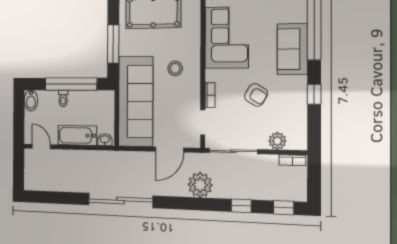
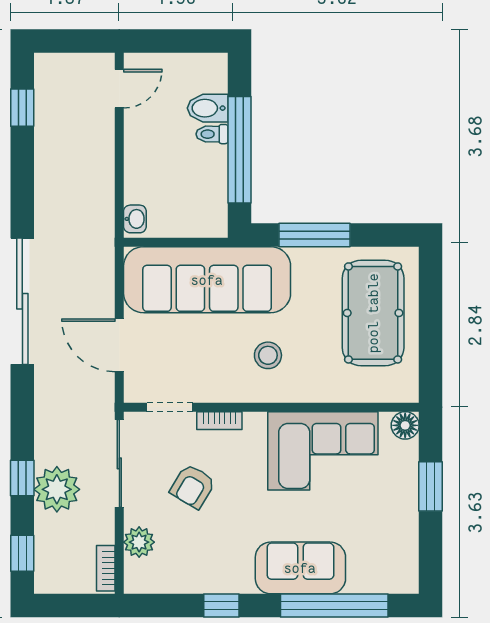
armchair: (256, 95) -> (193, 486), moved
bidet: (31, 101) -> (208, 108), moved
bathtub: (77, 135) -> (142, 164), removed
plant: (200, 185) -> (57, 489), moved
window: (50, 197) -> (22, 108), added
sliding door: (120, 200) -> (22, 301), moved

